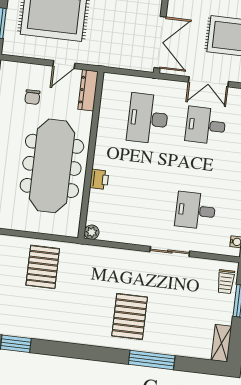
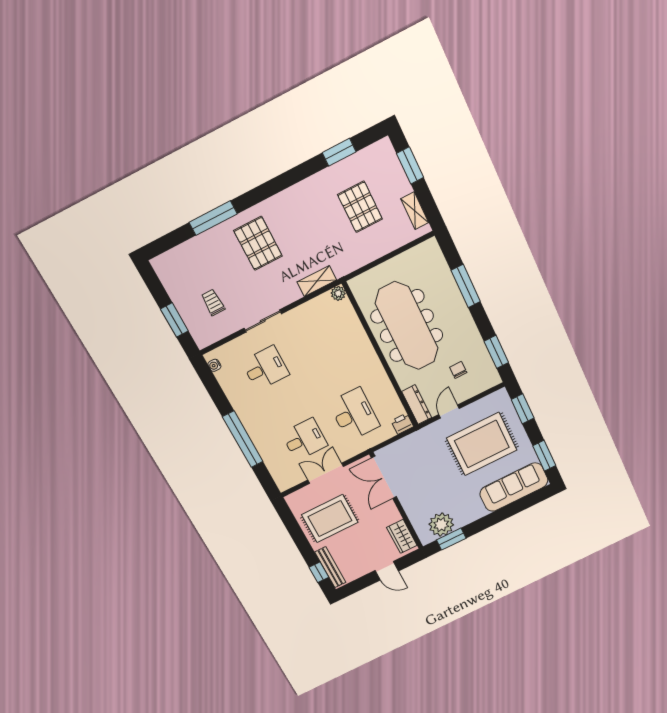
printer: (99, 179) -> (402, 424), moved, turned 90
pallet: (43, 267) -> (360, 207), moved
trolley: (226, 282) -> (213, 302), moved
shelving: (221, 343) -> (317, 281), moved, turned 90

